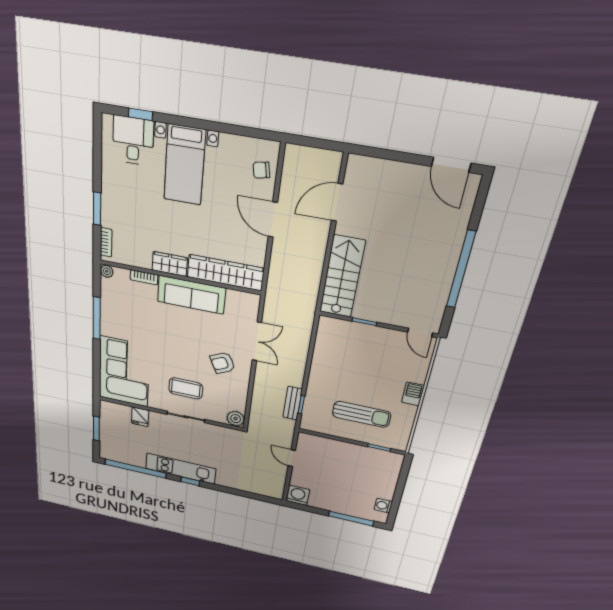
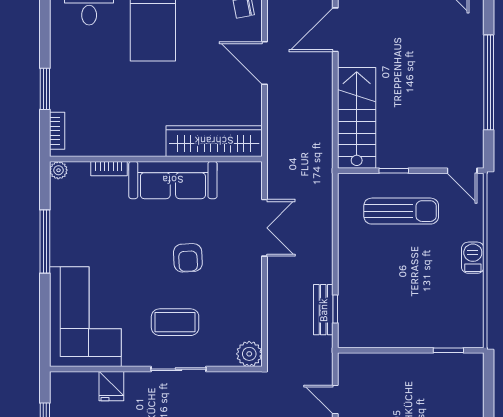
wardrobe: (170, 264) -> (142, 144), removed
armchair: (223, 363) -> (188, 258), moved, turned -67
sun lounger: (361, 414) -> (401, 211), moved

